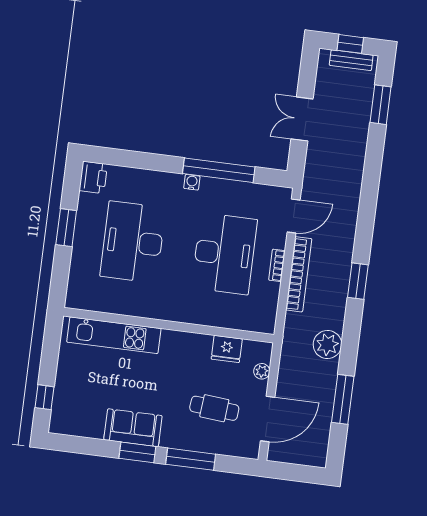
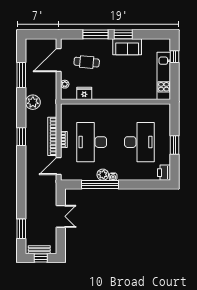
plant: (211, 188) -> (103, 175), added
kitchen unit: (114, 335) -> (164, 76), moved, turned -90

